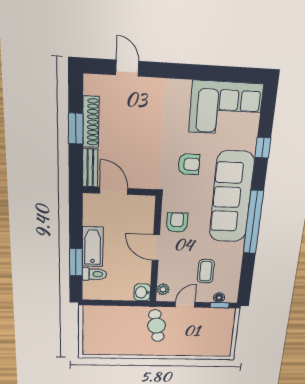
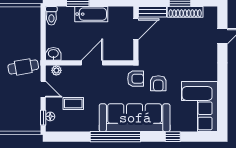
armchair: (177, 223) -> (136, 79), moved
toilet: (94, 274) -> (51, 16), moved

